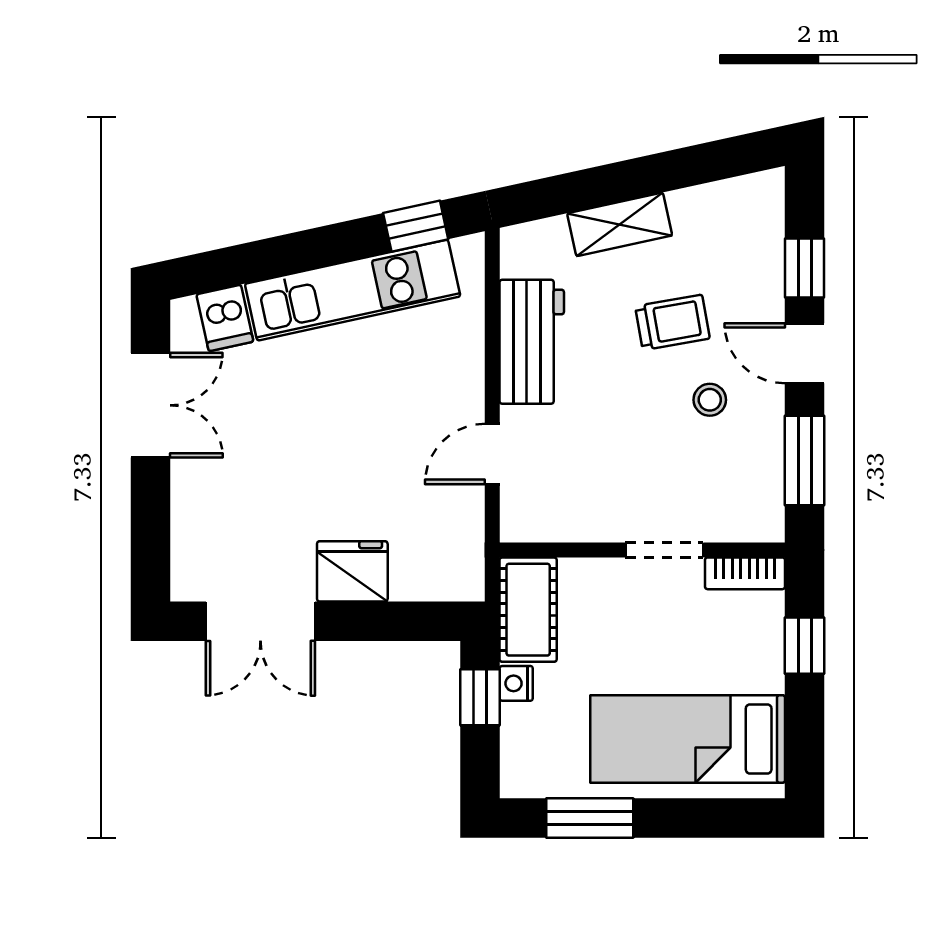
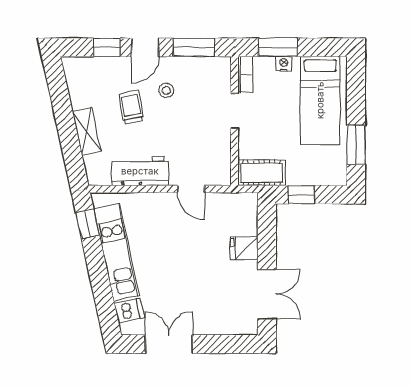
fridge: (352, 571) -> (244, 248), width x0.72
window: (805, 646) -> (278, 47), width x1.50
nightstand: (516, 683) -> (284, 64), moved, turned 180

